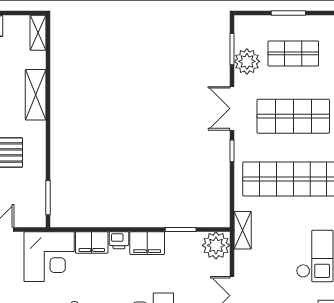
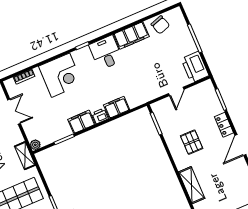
plant: (216, 245) -> (35, 145), width x0.53, depth x0.53
corner desk: (49, 257) -> (140, 87), removed

